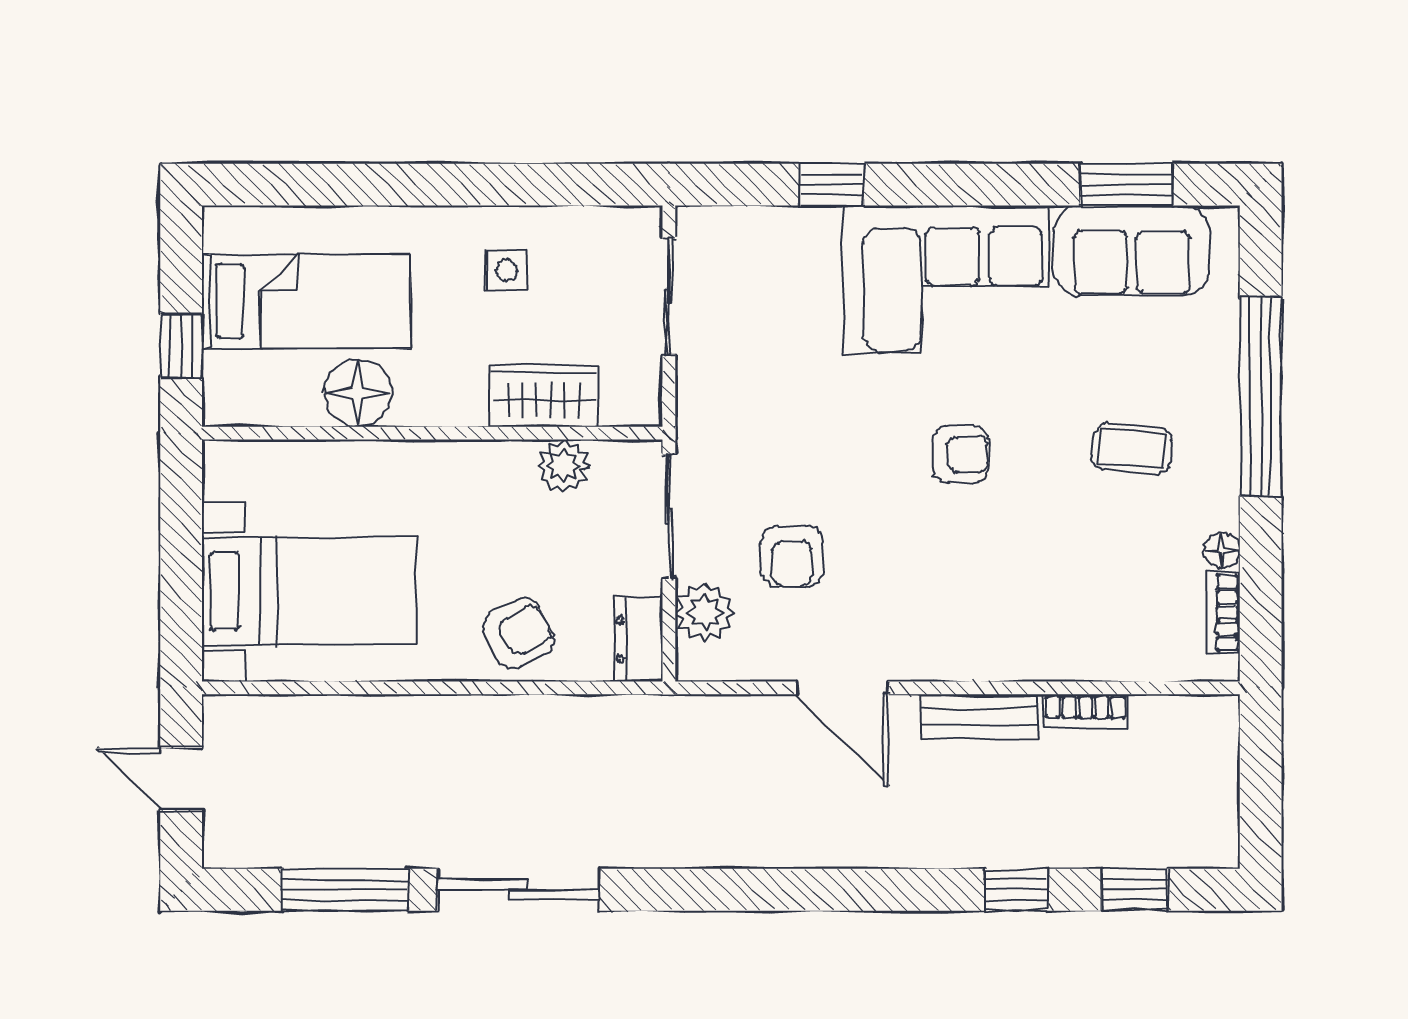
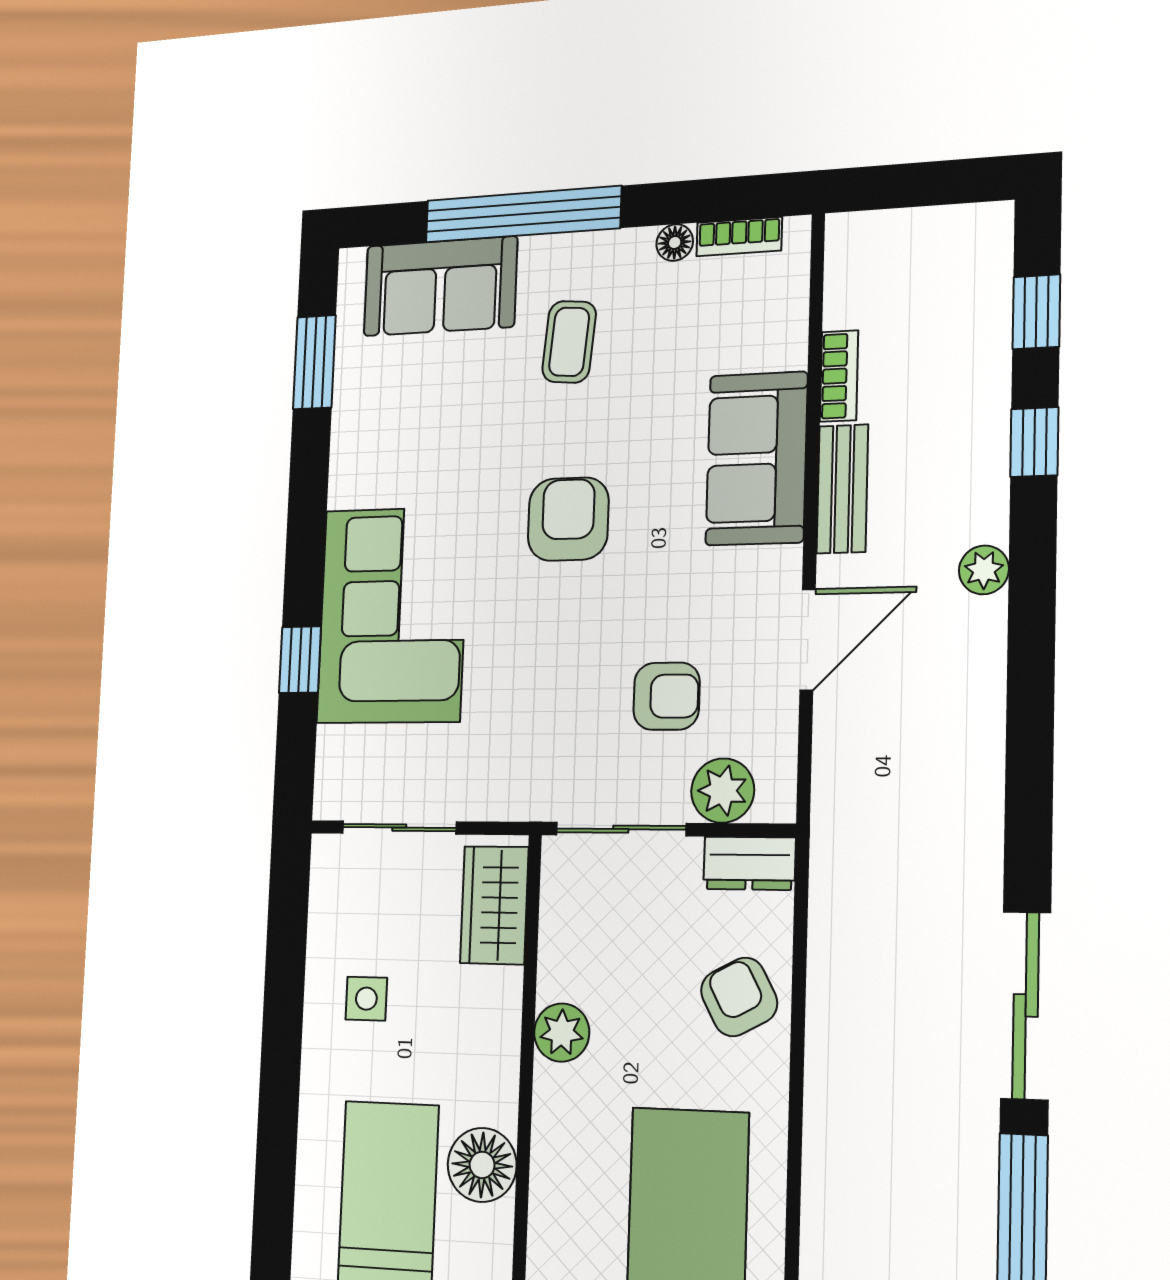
sofa: (1132, 251) -> (440, 286), moved, turned 90
corner sofa: (946, 279) -> (392, 615), moved
wardrobe: (544, 395) -> (494, 905), moved
armchair: (961, 454) -> (568, 519), width x1.38, depth x1.38
plant: (564, 466) -> (562, 1033), moved
sofa: (1011, 636) -> (757, 459), added
plant: (902, 847) -> (984, 570), added

